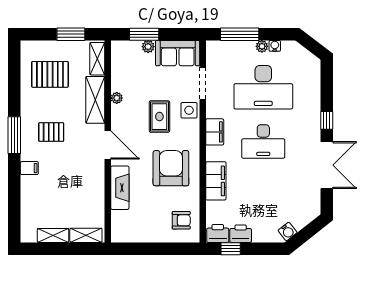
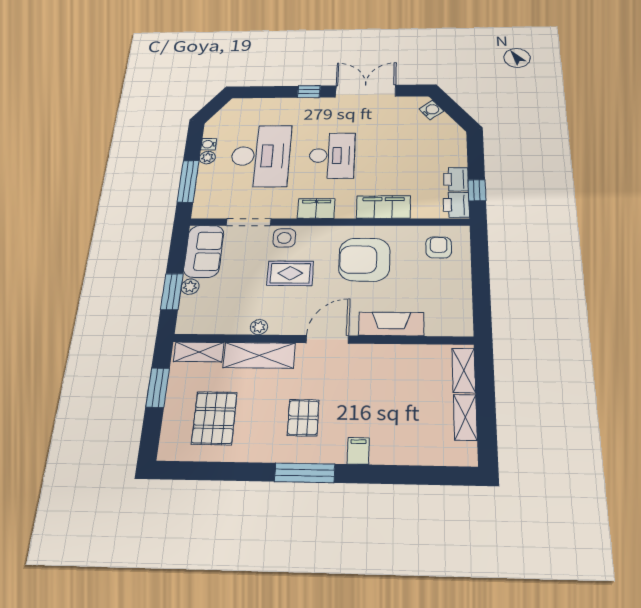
water cooler: (288, 231) -> (431, 110), moved

